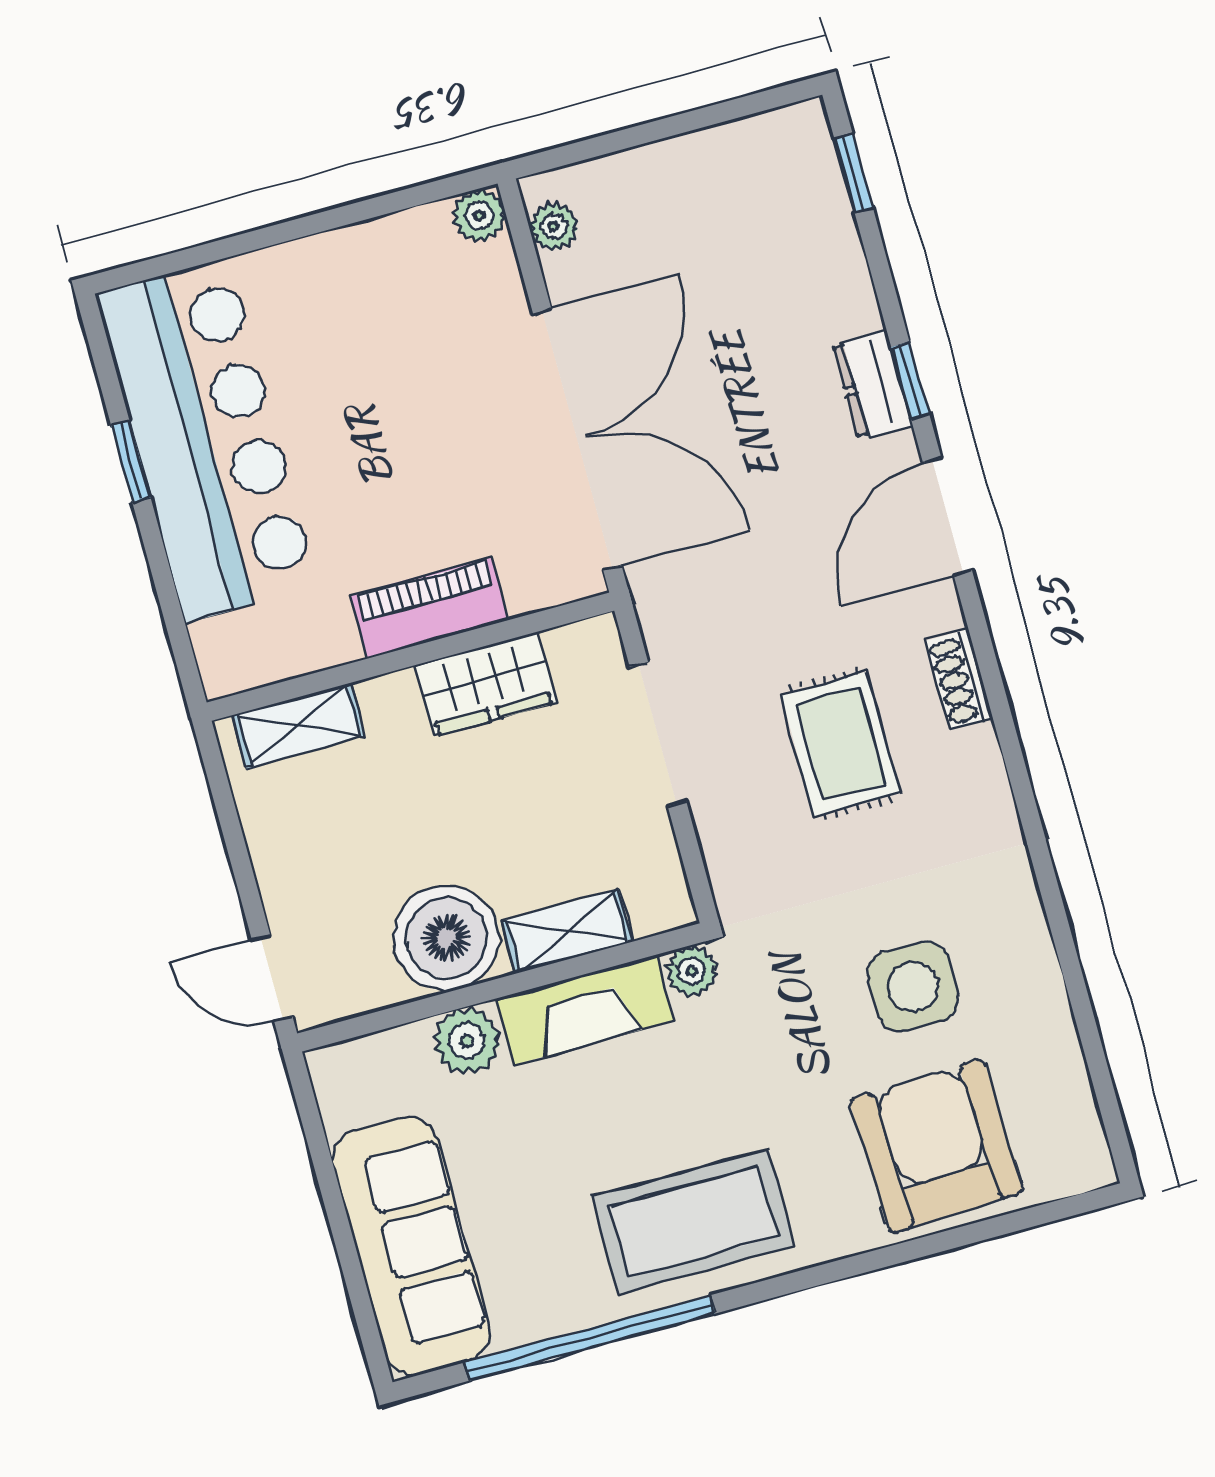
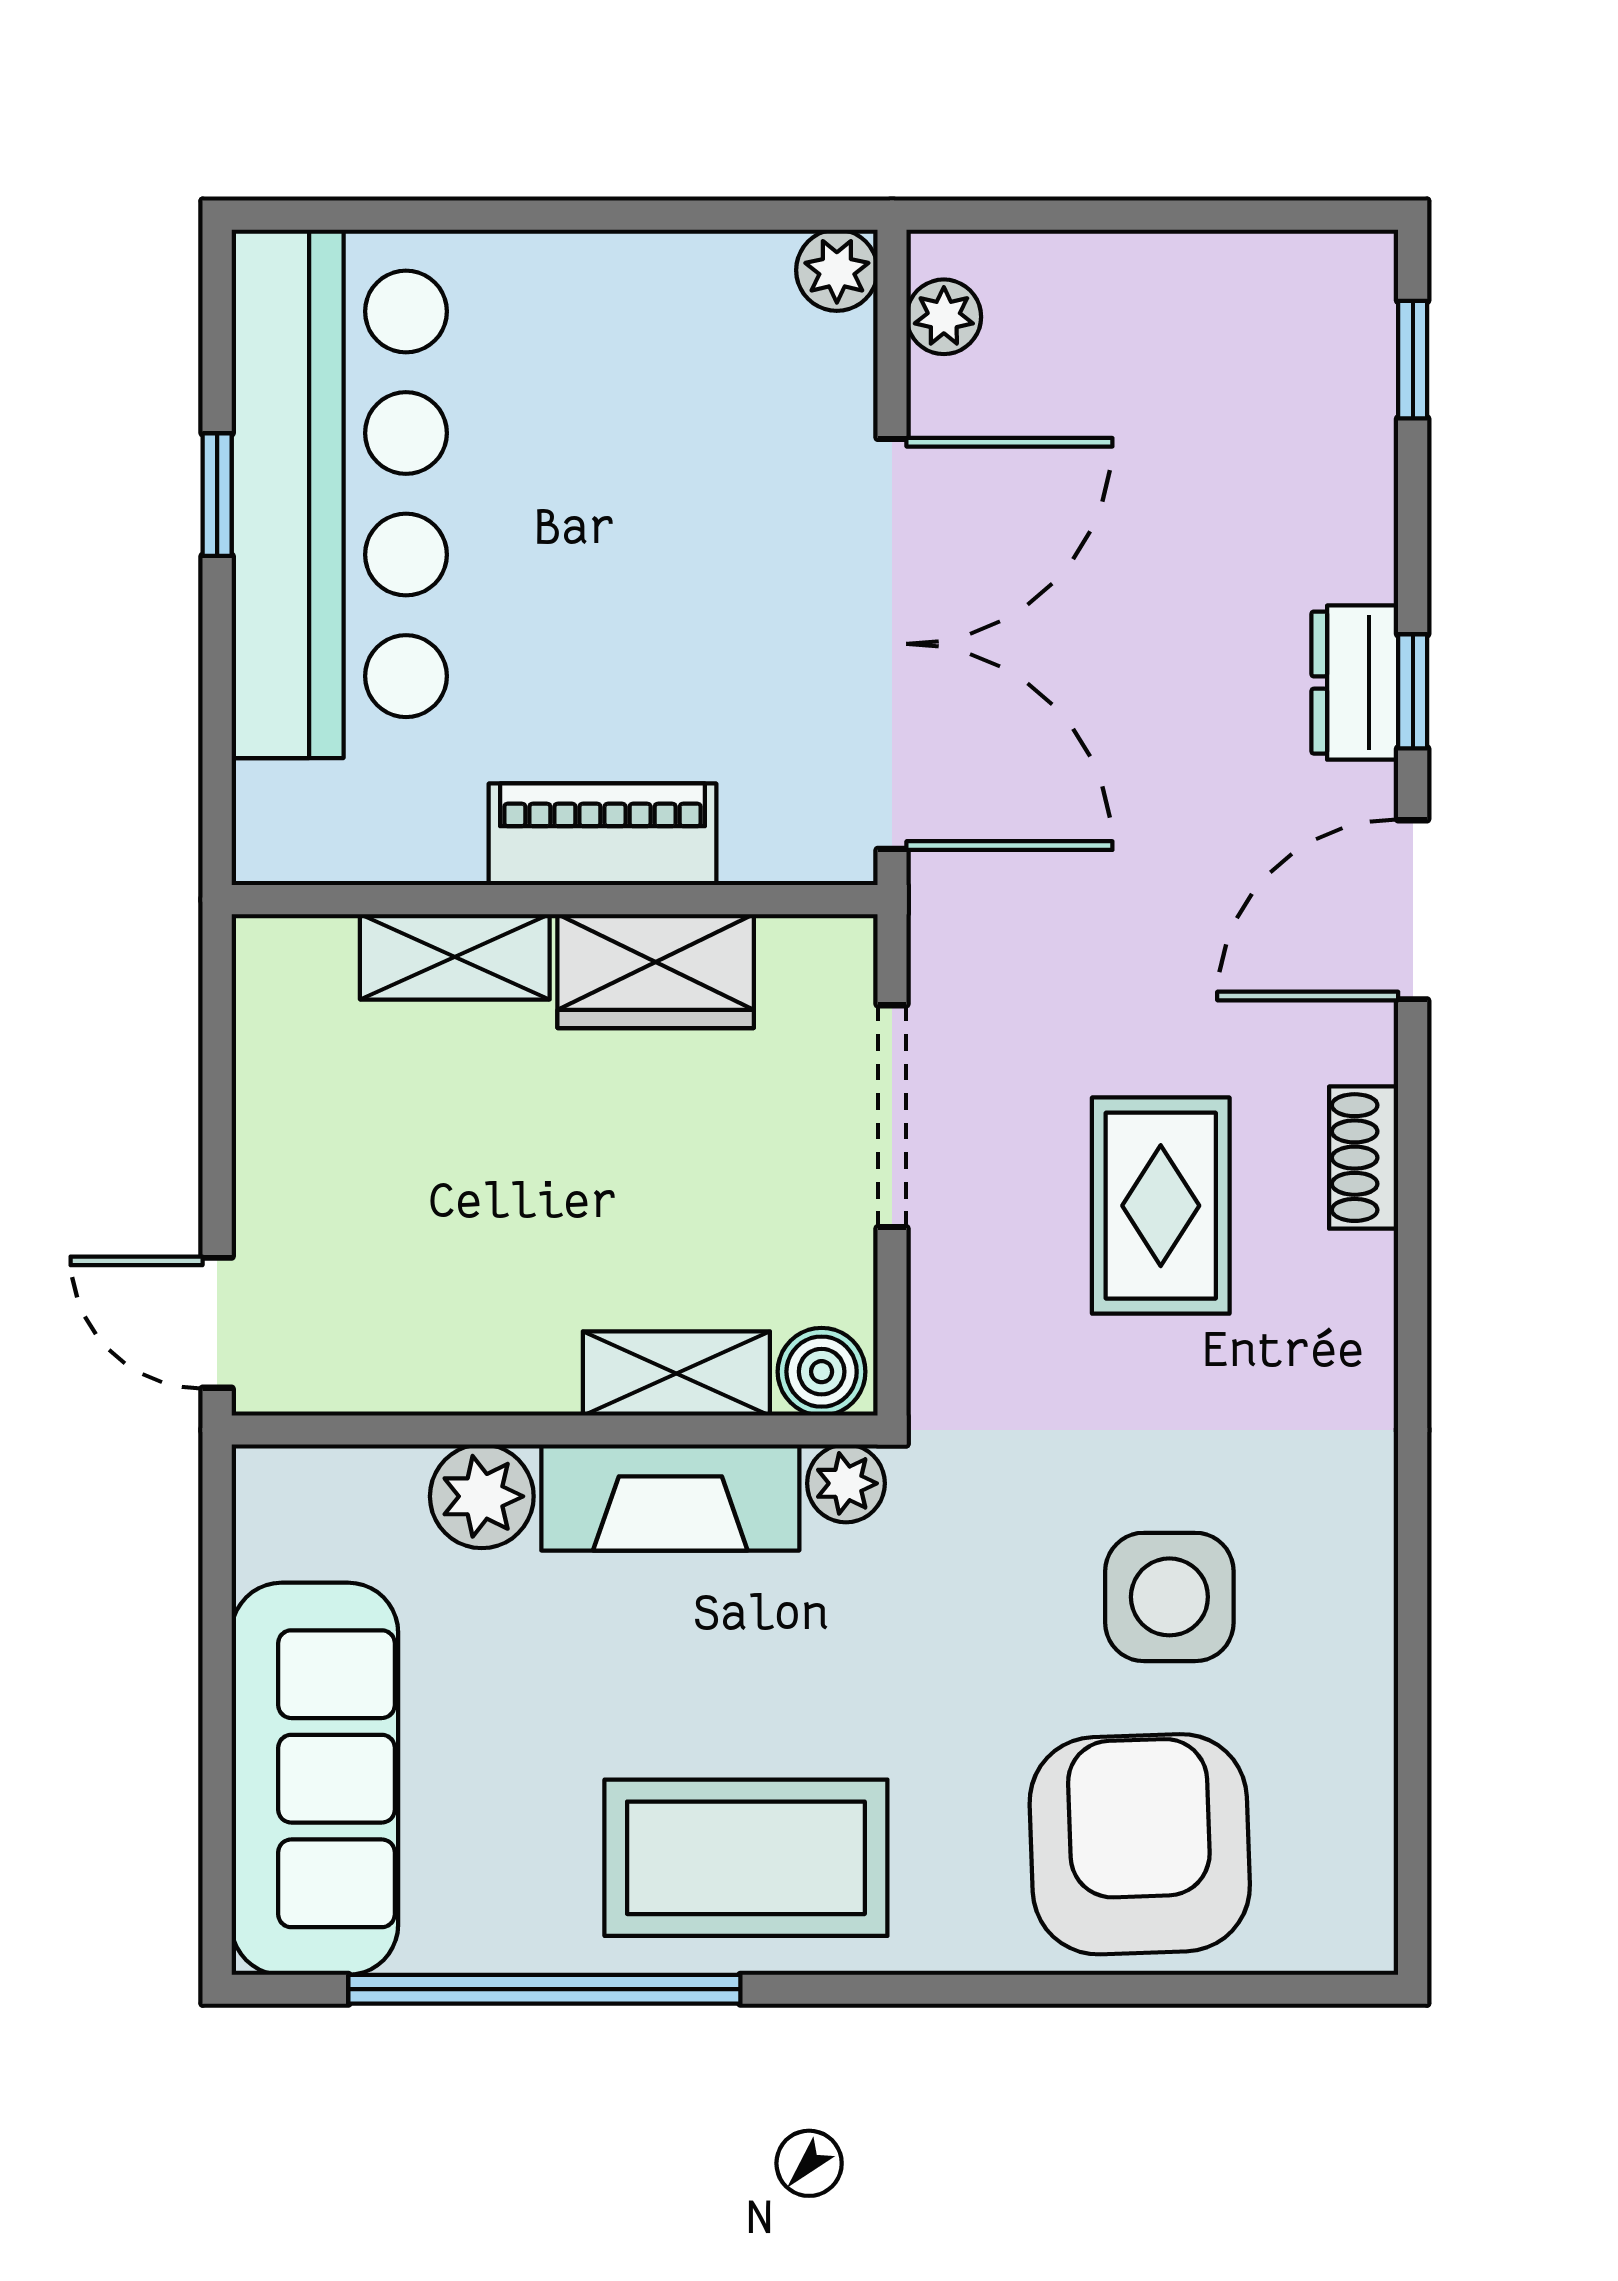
shelving: (298, 726) -> (455, 957), moved
boiler: (446, 938) -> (822, 1372), moved, width x0.54, depth x0.54

